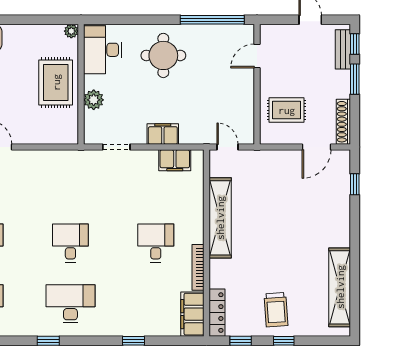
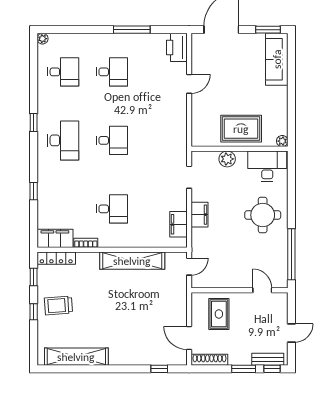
bookcase: (198, 267) -> (86, 243), width x0.64

